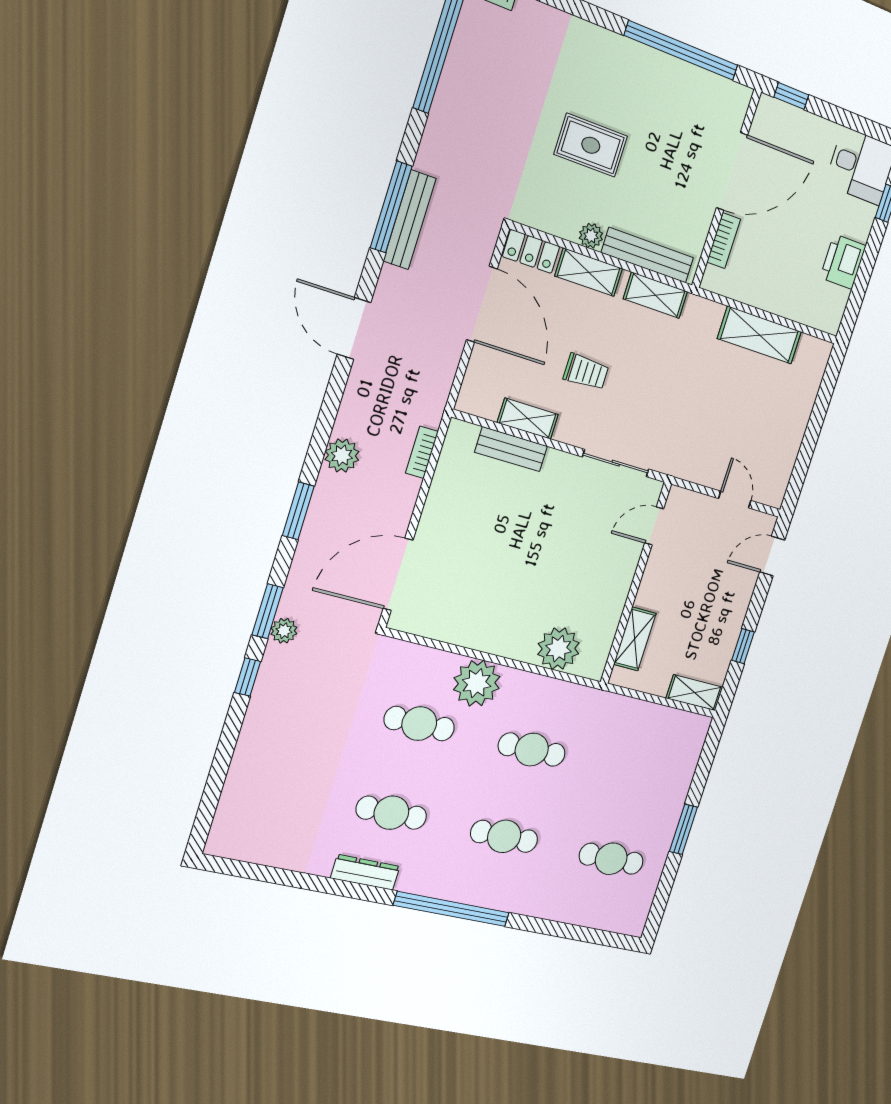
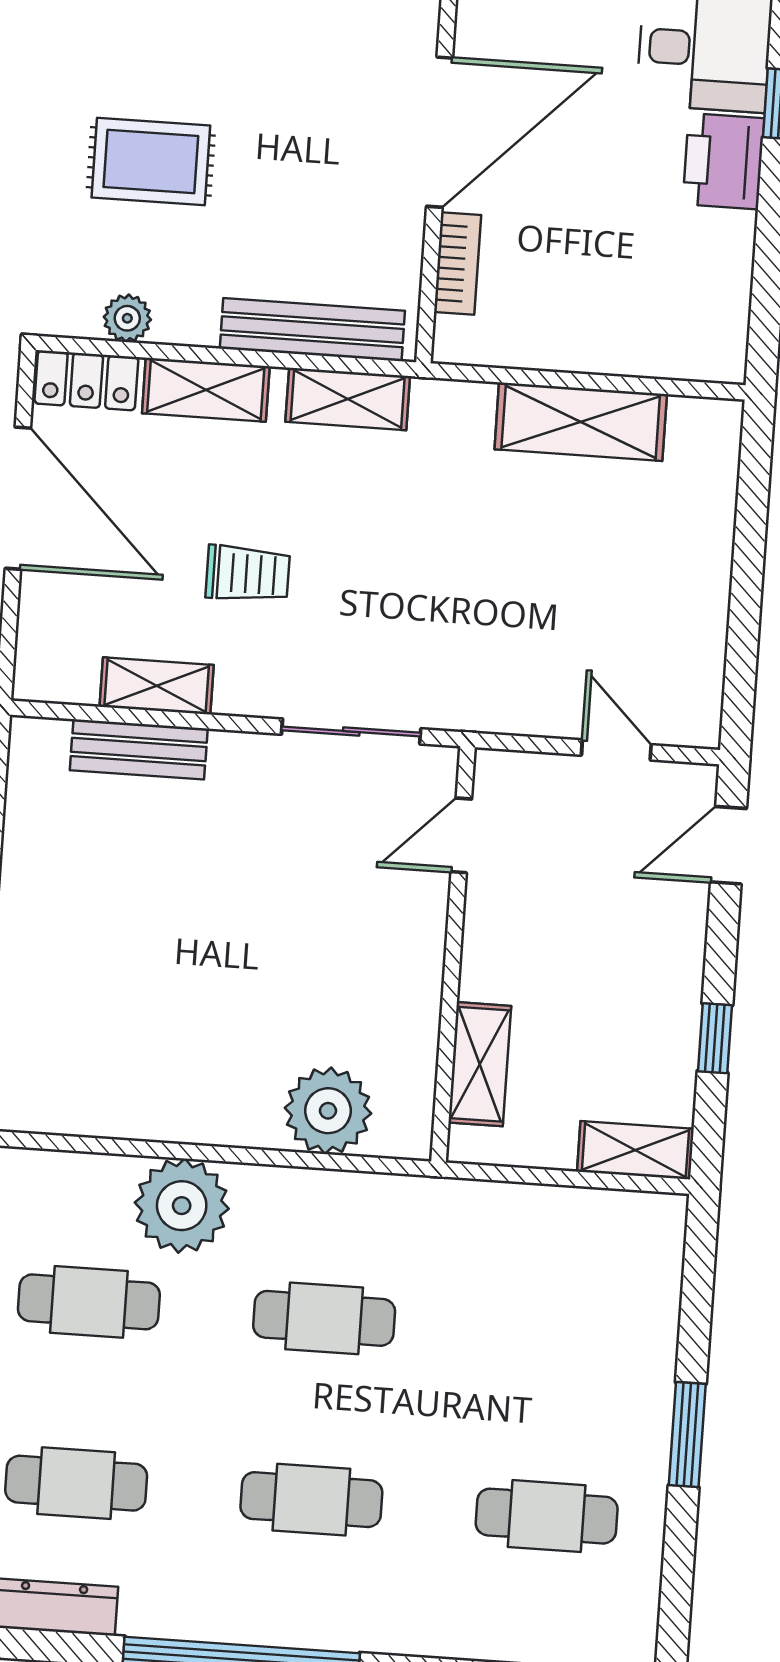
plant: (591, 236) -> (127, 318), moved
printer: (843, 262) -> (723, 161), moved

